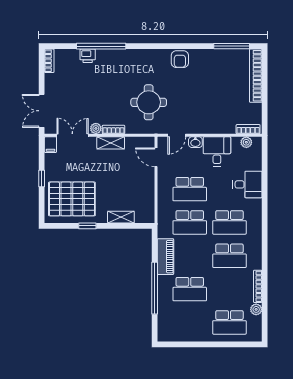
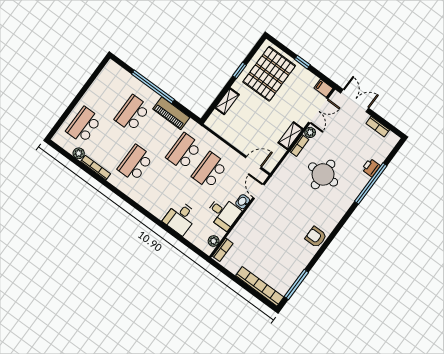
bookcase: (49, 61) -> (378, 127), moved
round table: (149, 102) -> (323, 174), moved
school desk: (229, 222) -> (161, 182), removed

